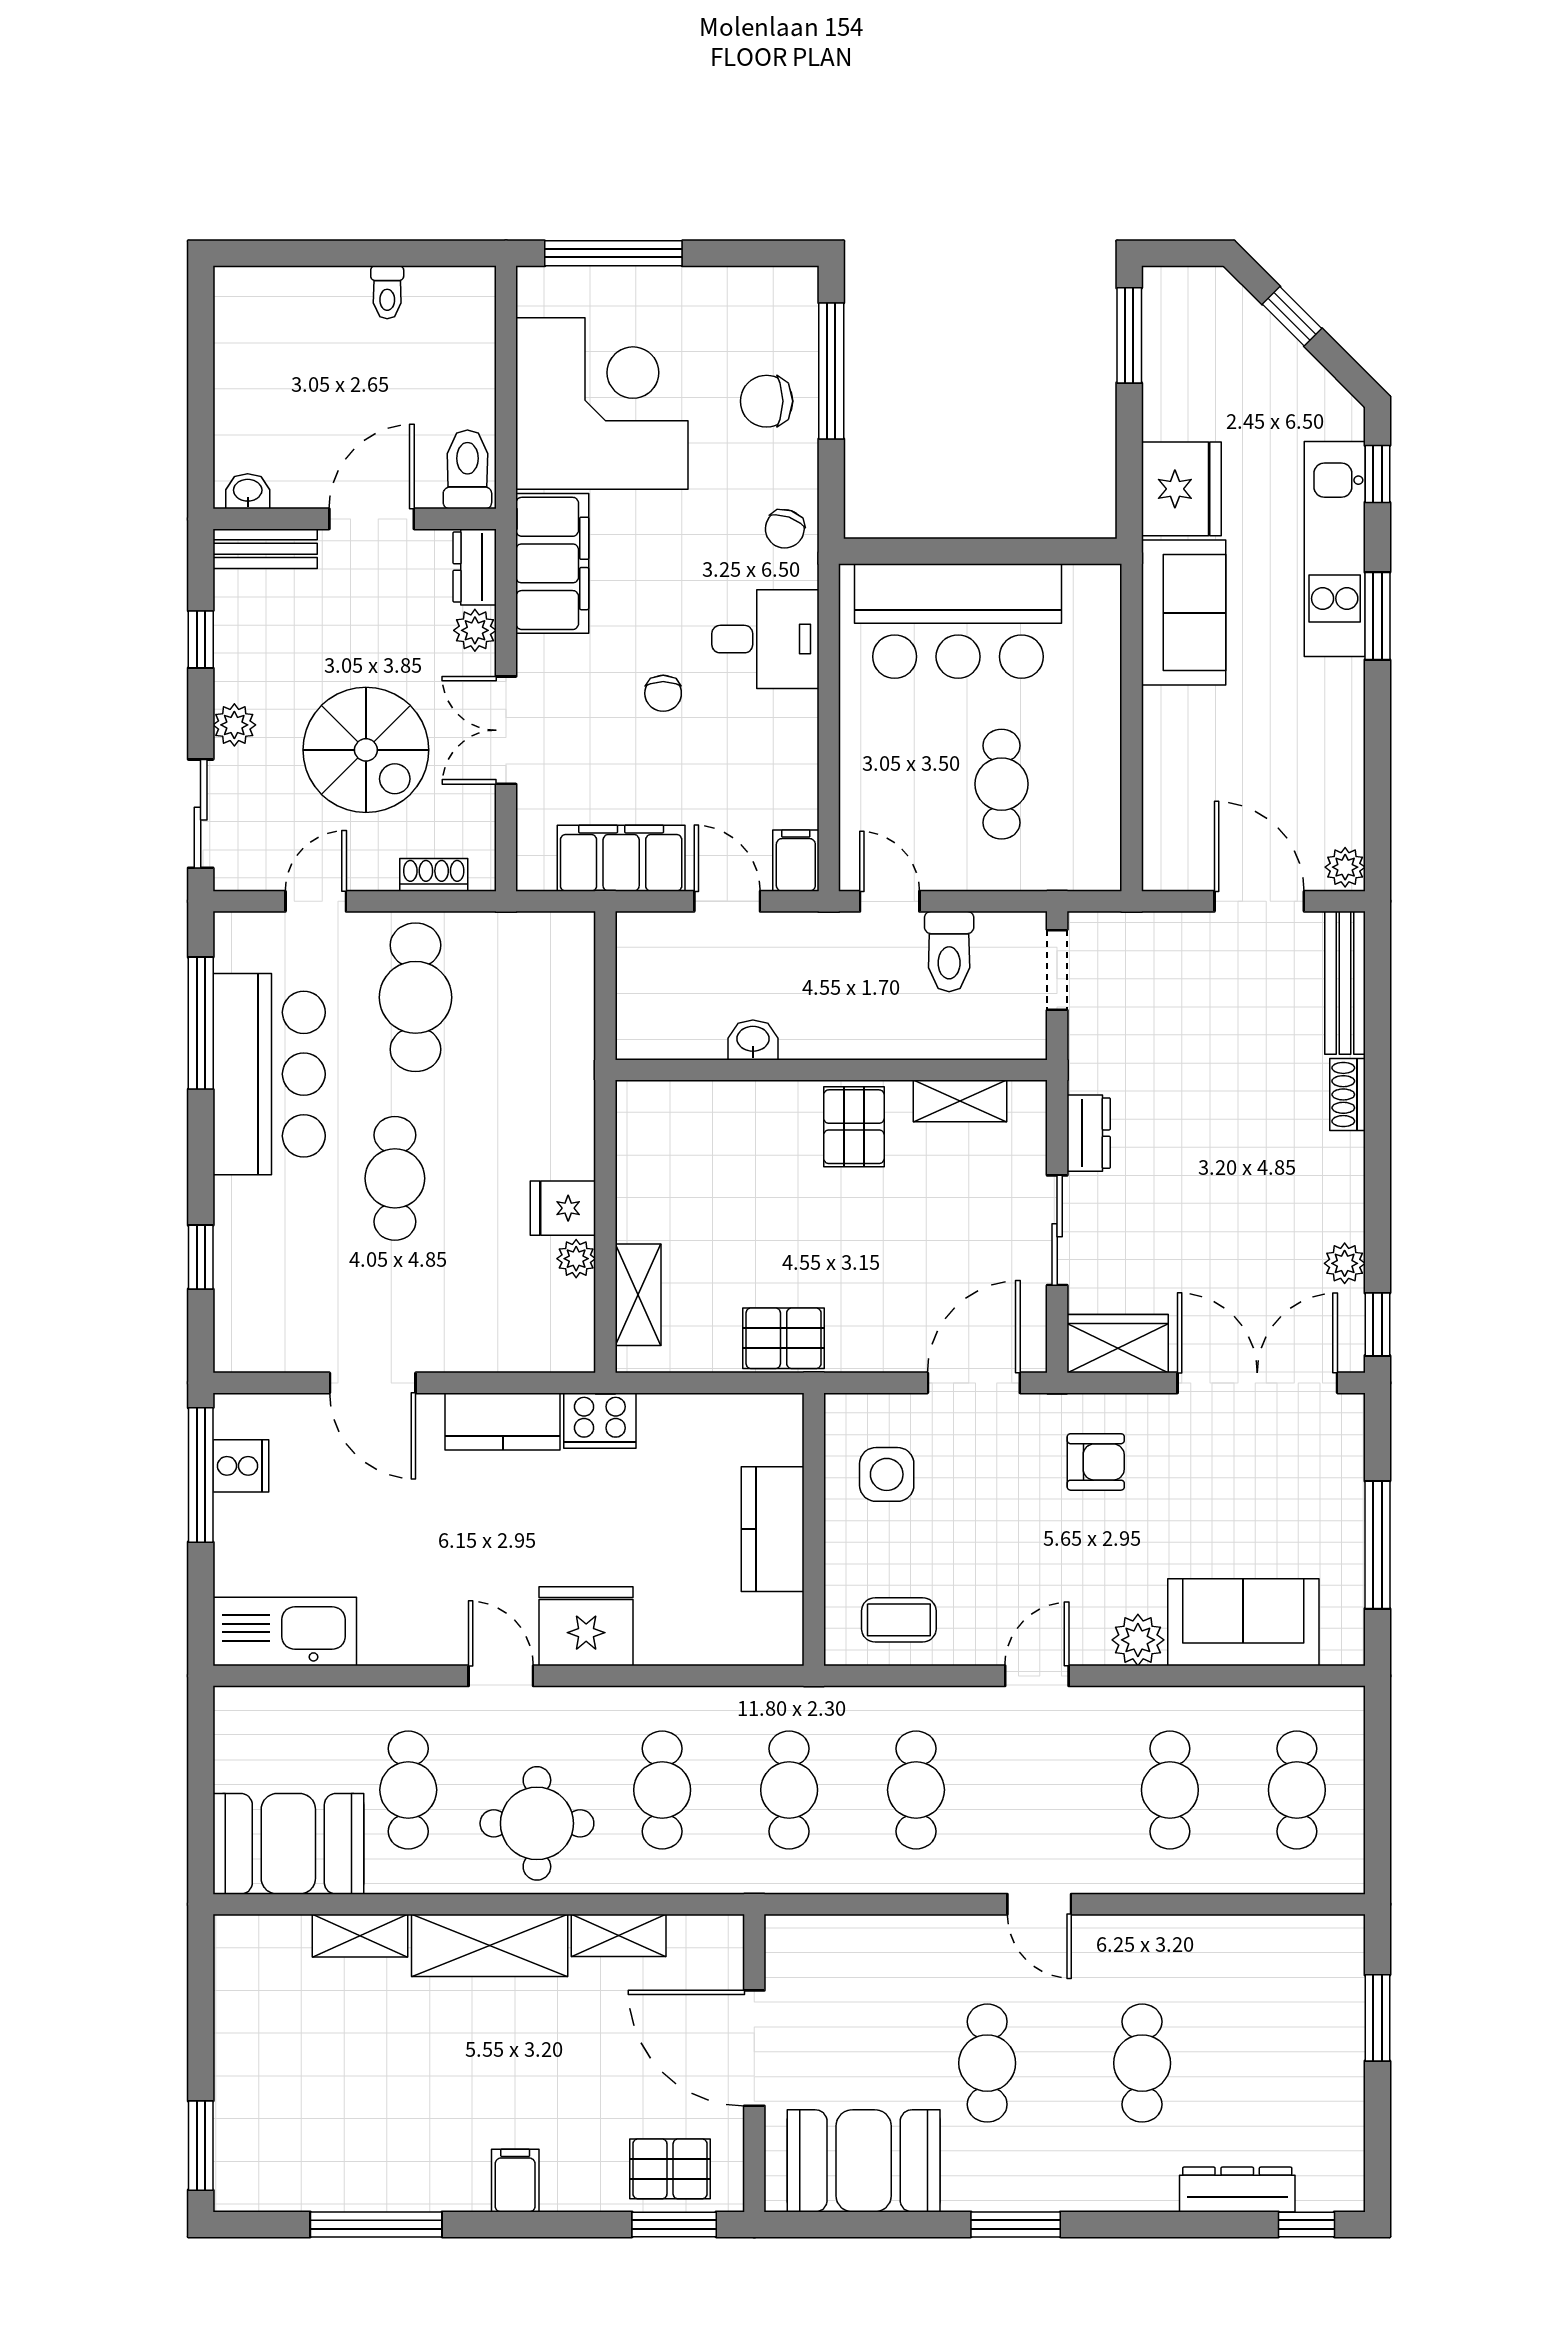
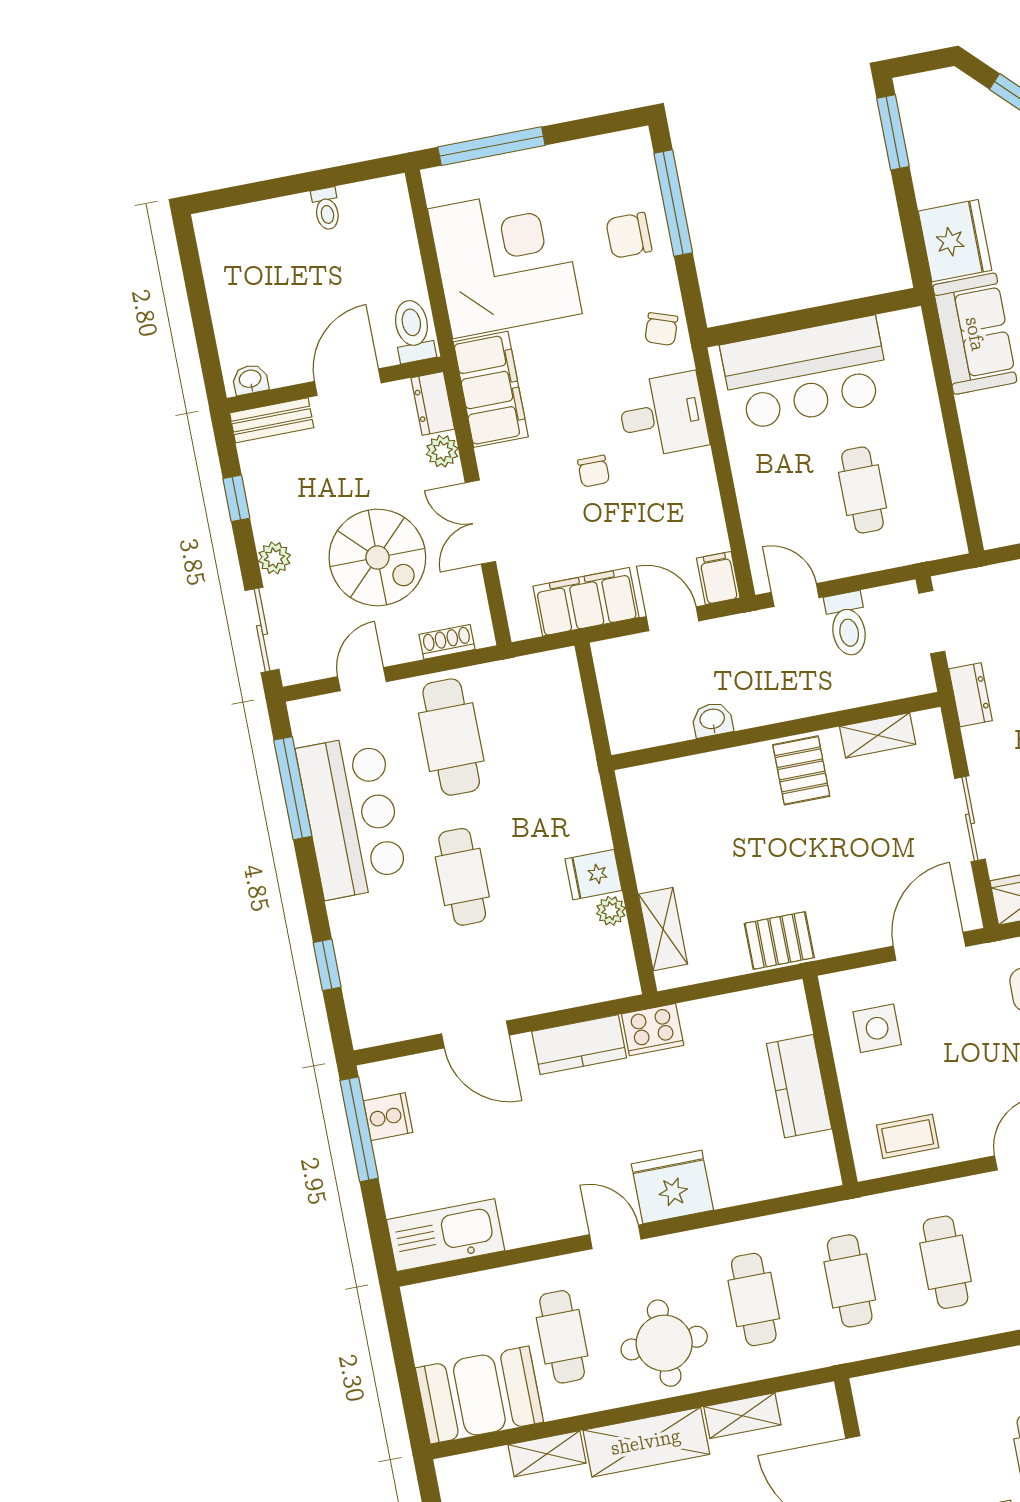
dresser: (1089, 1133) -> (971, 695), moved

